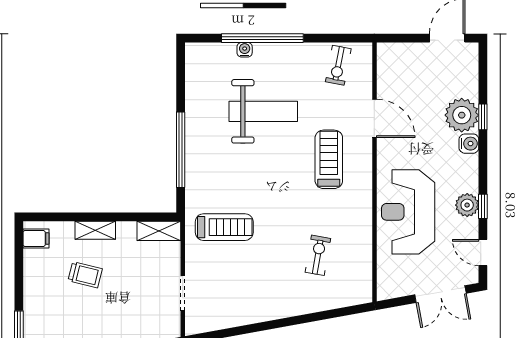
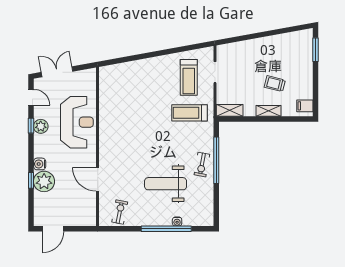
treadmill: (329, 159) -> (189, 77), moved
exercise bike: (318, 255) -> (202, 165), moved

